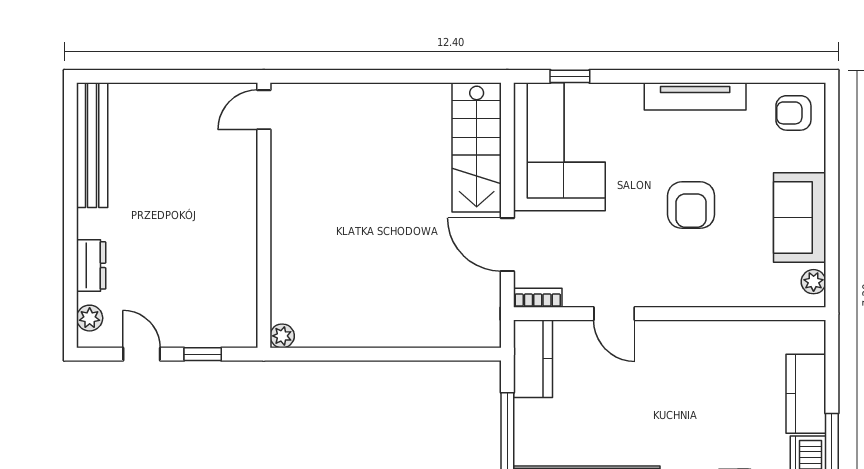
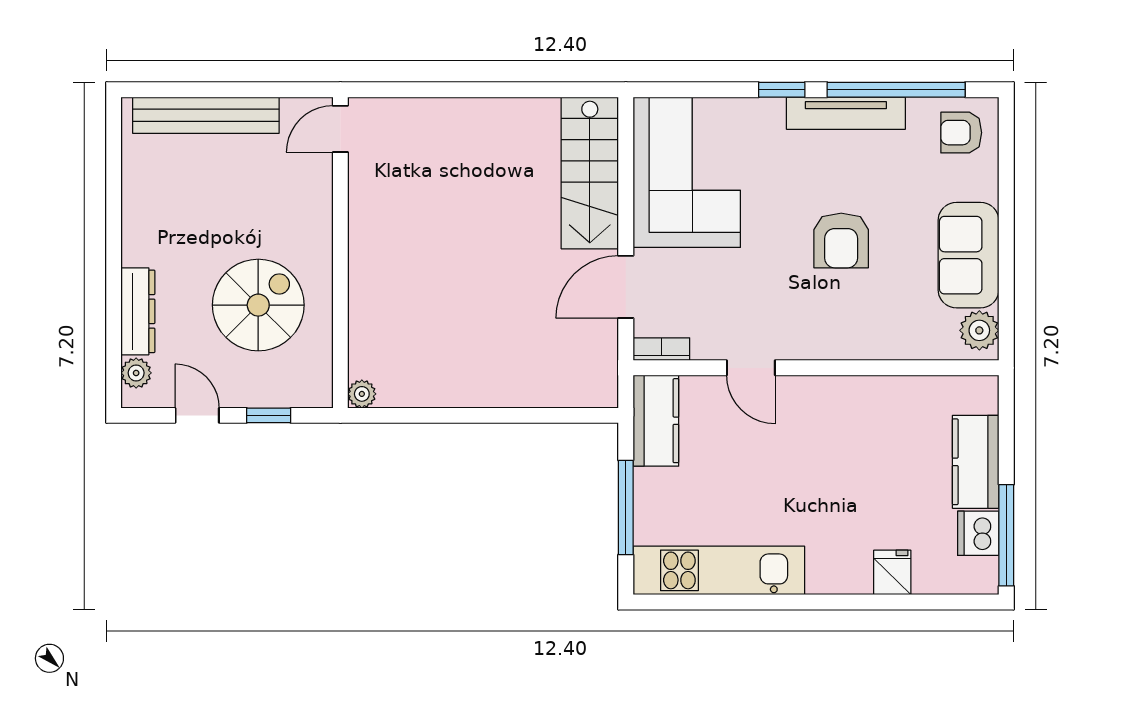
window: (570, 76) -> (782, 90), moved
window: (738, 76) -> (896, 90), added
bench: (92, 145) -> (206, 115), moved, turned 90
door: (507, 245) -> (626, 287), hinge flipped
spiral stairs: (194, 260) -> (258, 305), added
dresser: (91, 265) -> (138, 311), width x1.44
plant: (814, 282) -> (979, 330), width x1.38, depth x1.38

